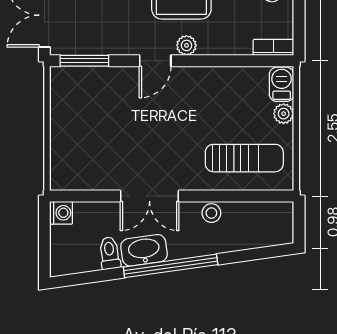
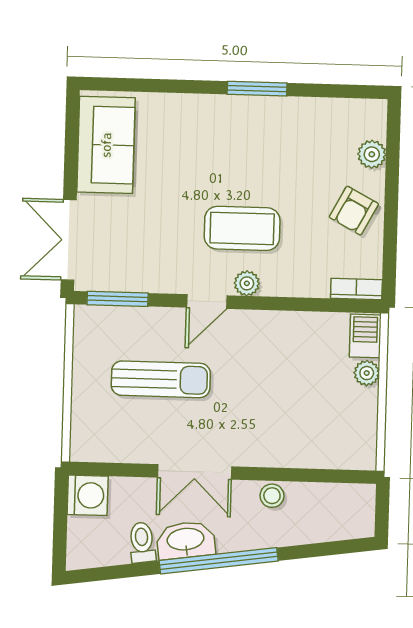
sun lounger: (244, 158) -> (161, 379), moved
washing machine: (61, 213) -> (88, 495), width x1.38, depth x1.38

